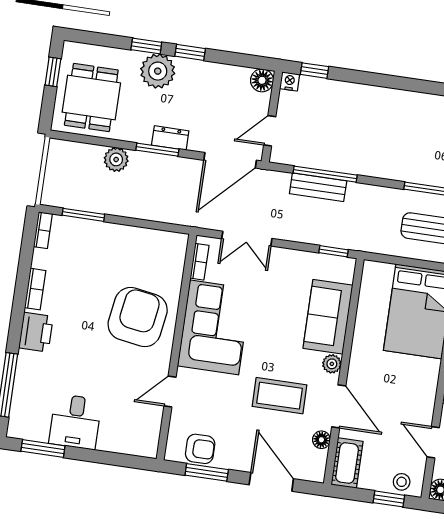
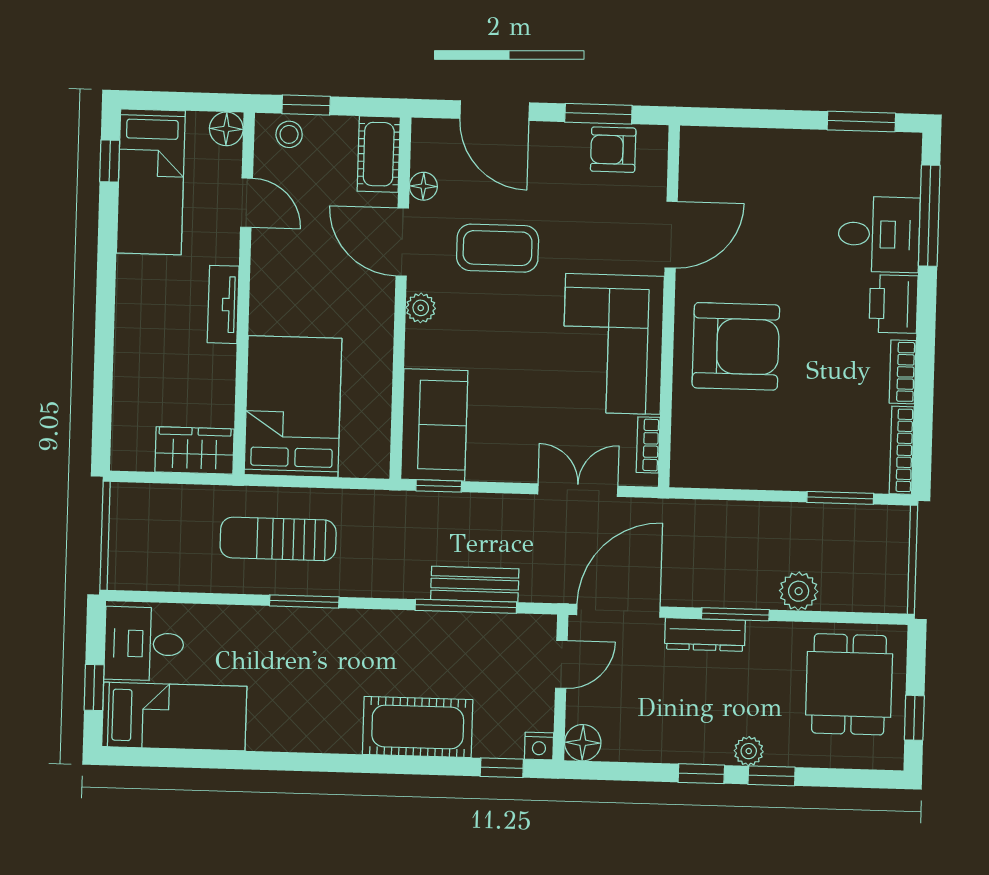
plant: (158, 71) -> (749, 751), width x0.53, depth x0.53
cot: (364, 102) -> (418, 727), added
dresser: (170, 138) -> (705, 635), width x1.44
bookcase: (43, 230) -> (902, 450), width x1.56
armchair: (138, 317) -> (736, 346), turned -99
sofa: (328, 317) -> (434, 425), moved
door: (170, 392) -> (671, 235), width x1.38
desk: (75, 422) -> (879, 234), moved, turned 90

